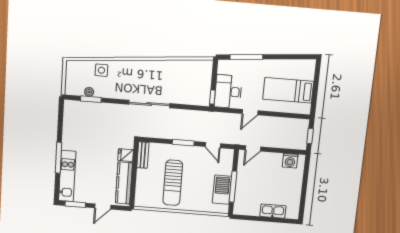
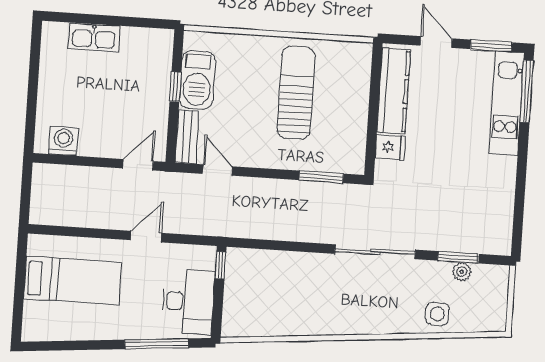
desk: (228, 92) -> (188, 302), moved
sliding door: (149, 104) -> (375, 252), moved
window: (310, 136) -> (26, 191), removed
window: (183, 143) -> (321, 177), moved
bench: (143, 155) -> (187, 137), moved
window: (58, 158) -> (527, 91), moved
window: (233, 187) -> (175, 87), width x0.46
door: (103, 206) -> (436, 42), hinge flipped

